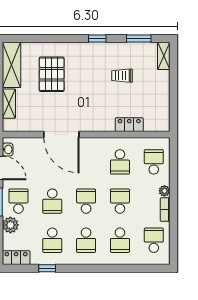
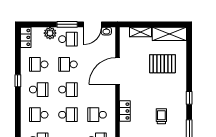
locker: (129, 125) -> (125, 111), moved
school desk: (86, 240) -> (39, 90), turned 180
window: (47, 268) -> (18, 81), moved

